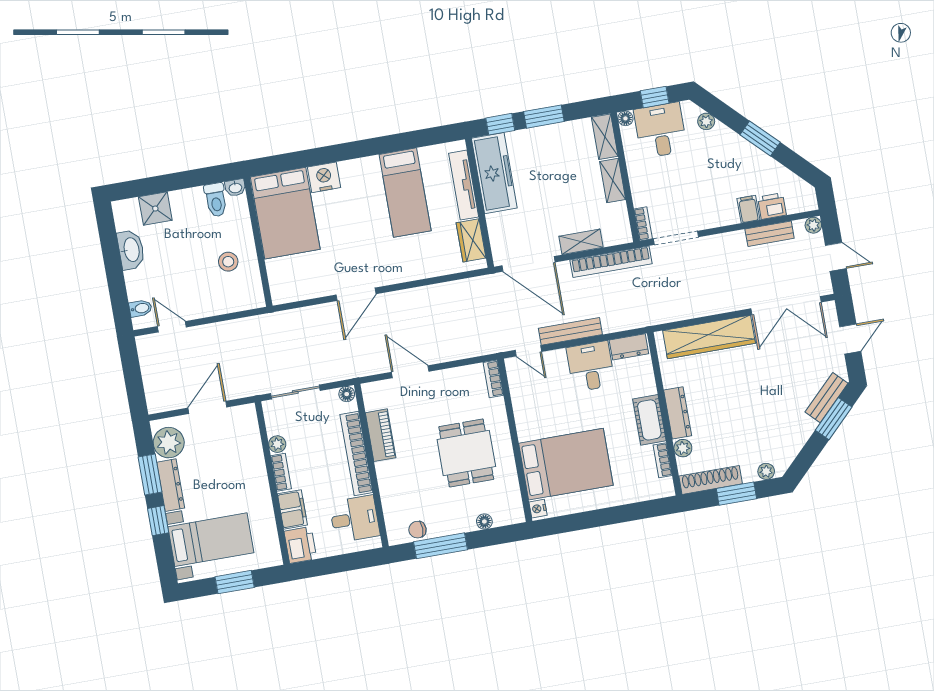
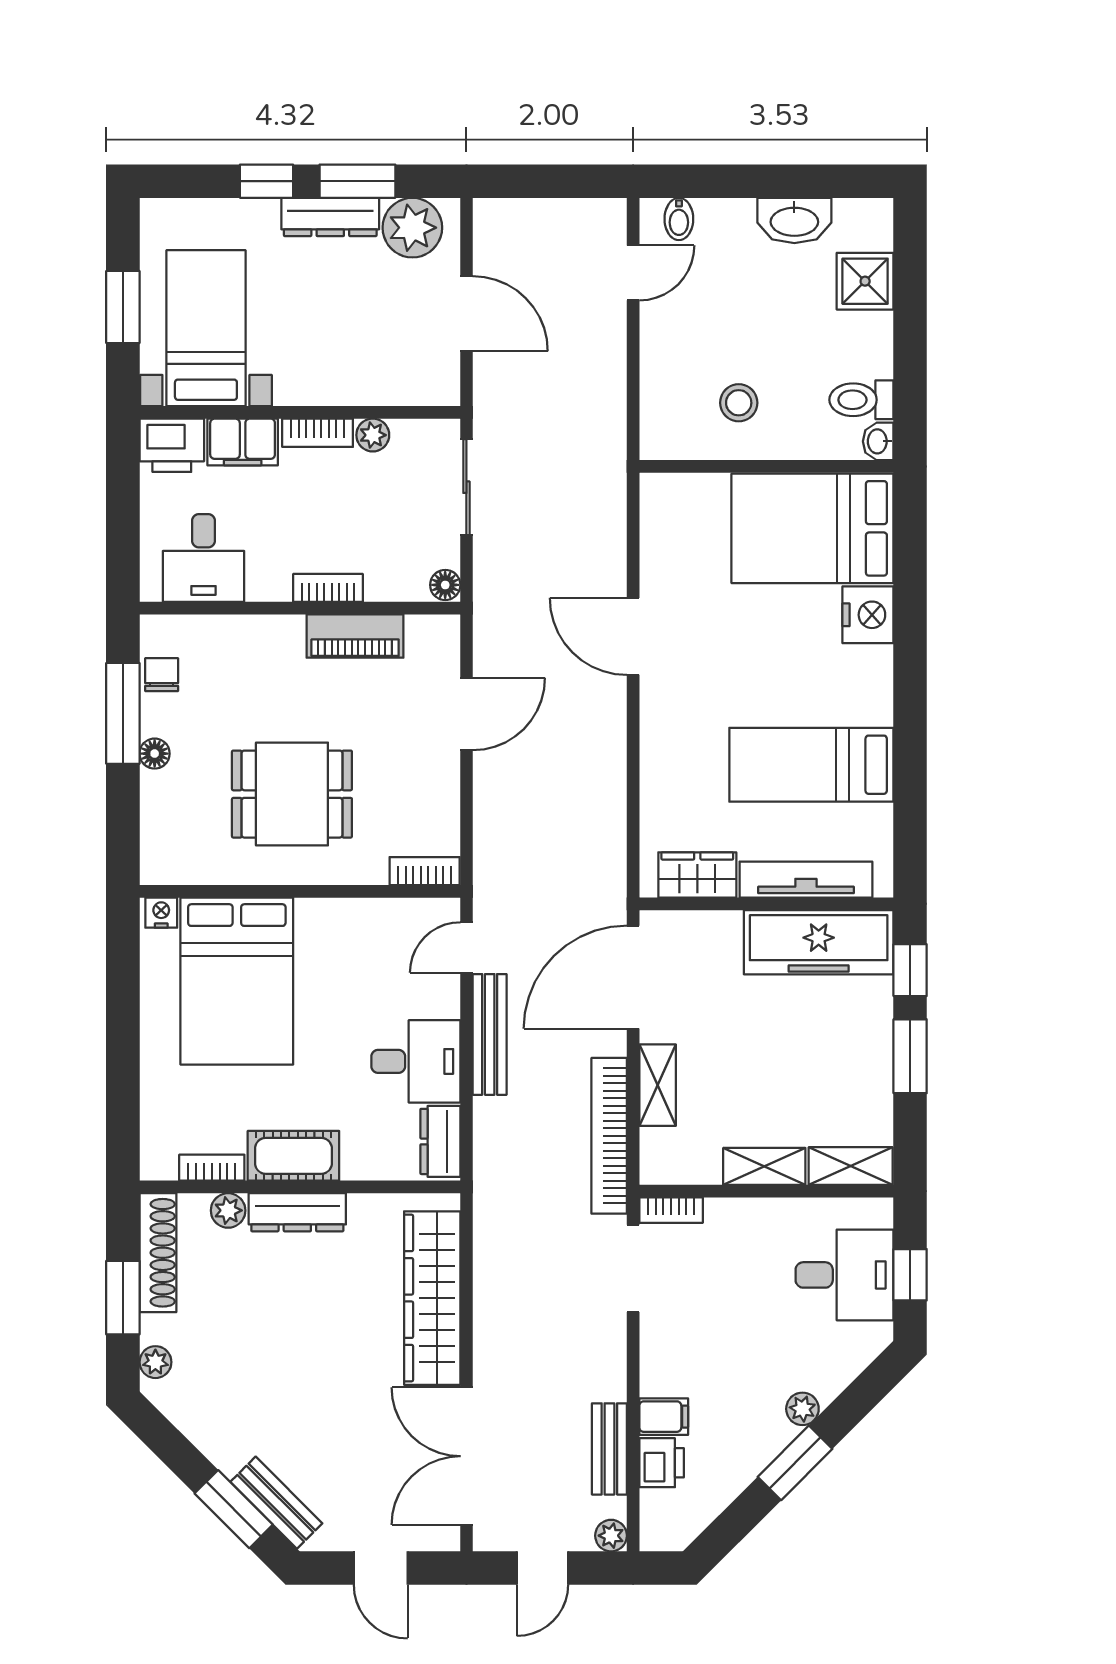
floor lamp: (625, 118) -> (879, 1212), removed
plant: (706, 121) -> (802, 1409), moved
bookcase: (356, 453) -> (328, 588), width x0.43, depth x0.76
floor lamp: (484, 522) -> (155, 754), moved
bed with nightstands: (211, 540) -> (206, 328), moved, turned 180

